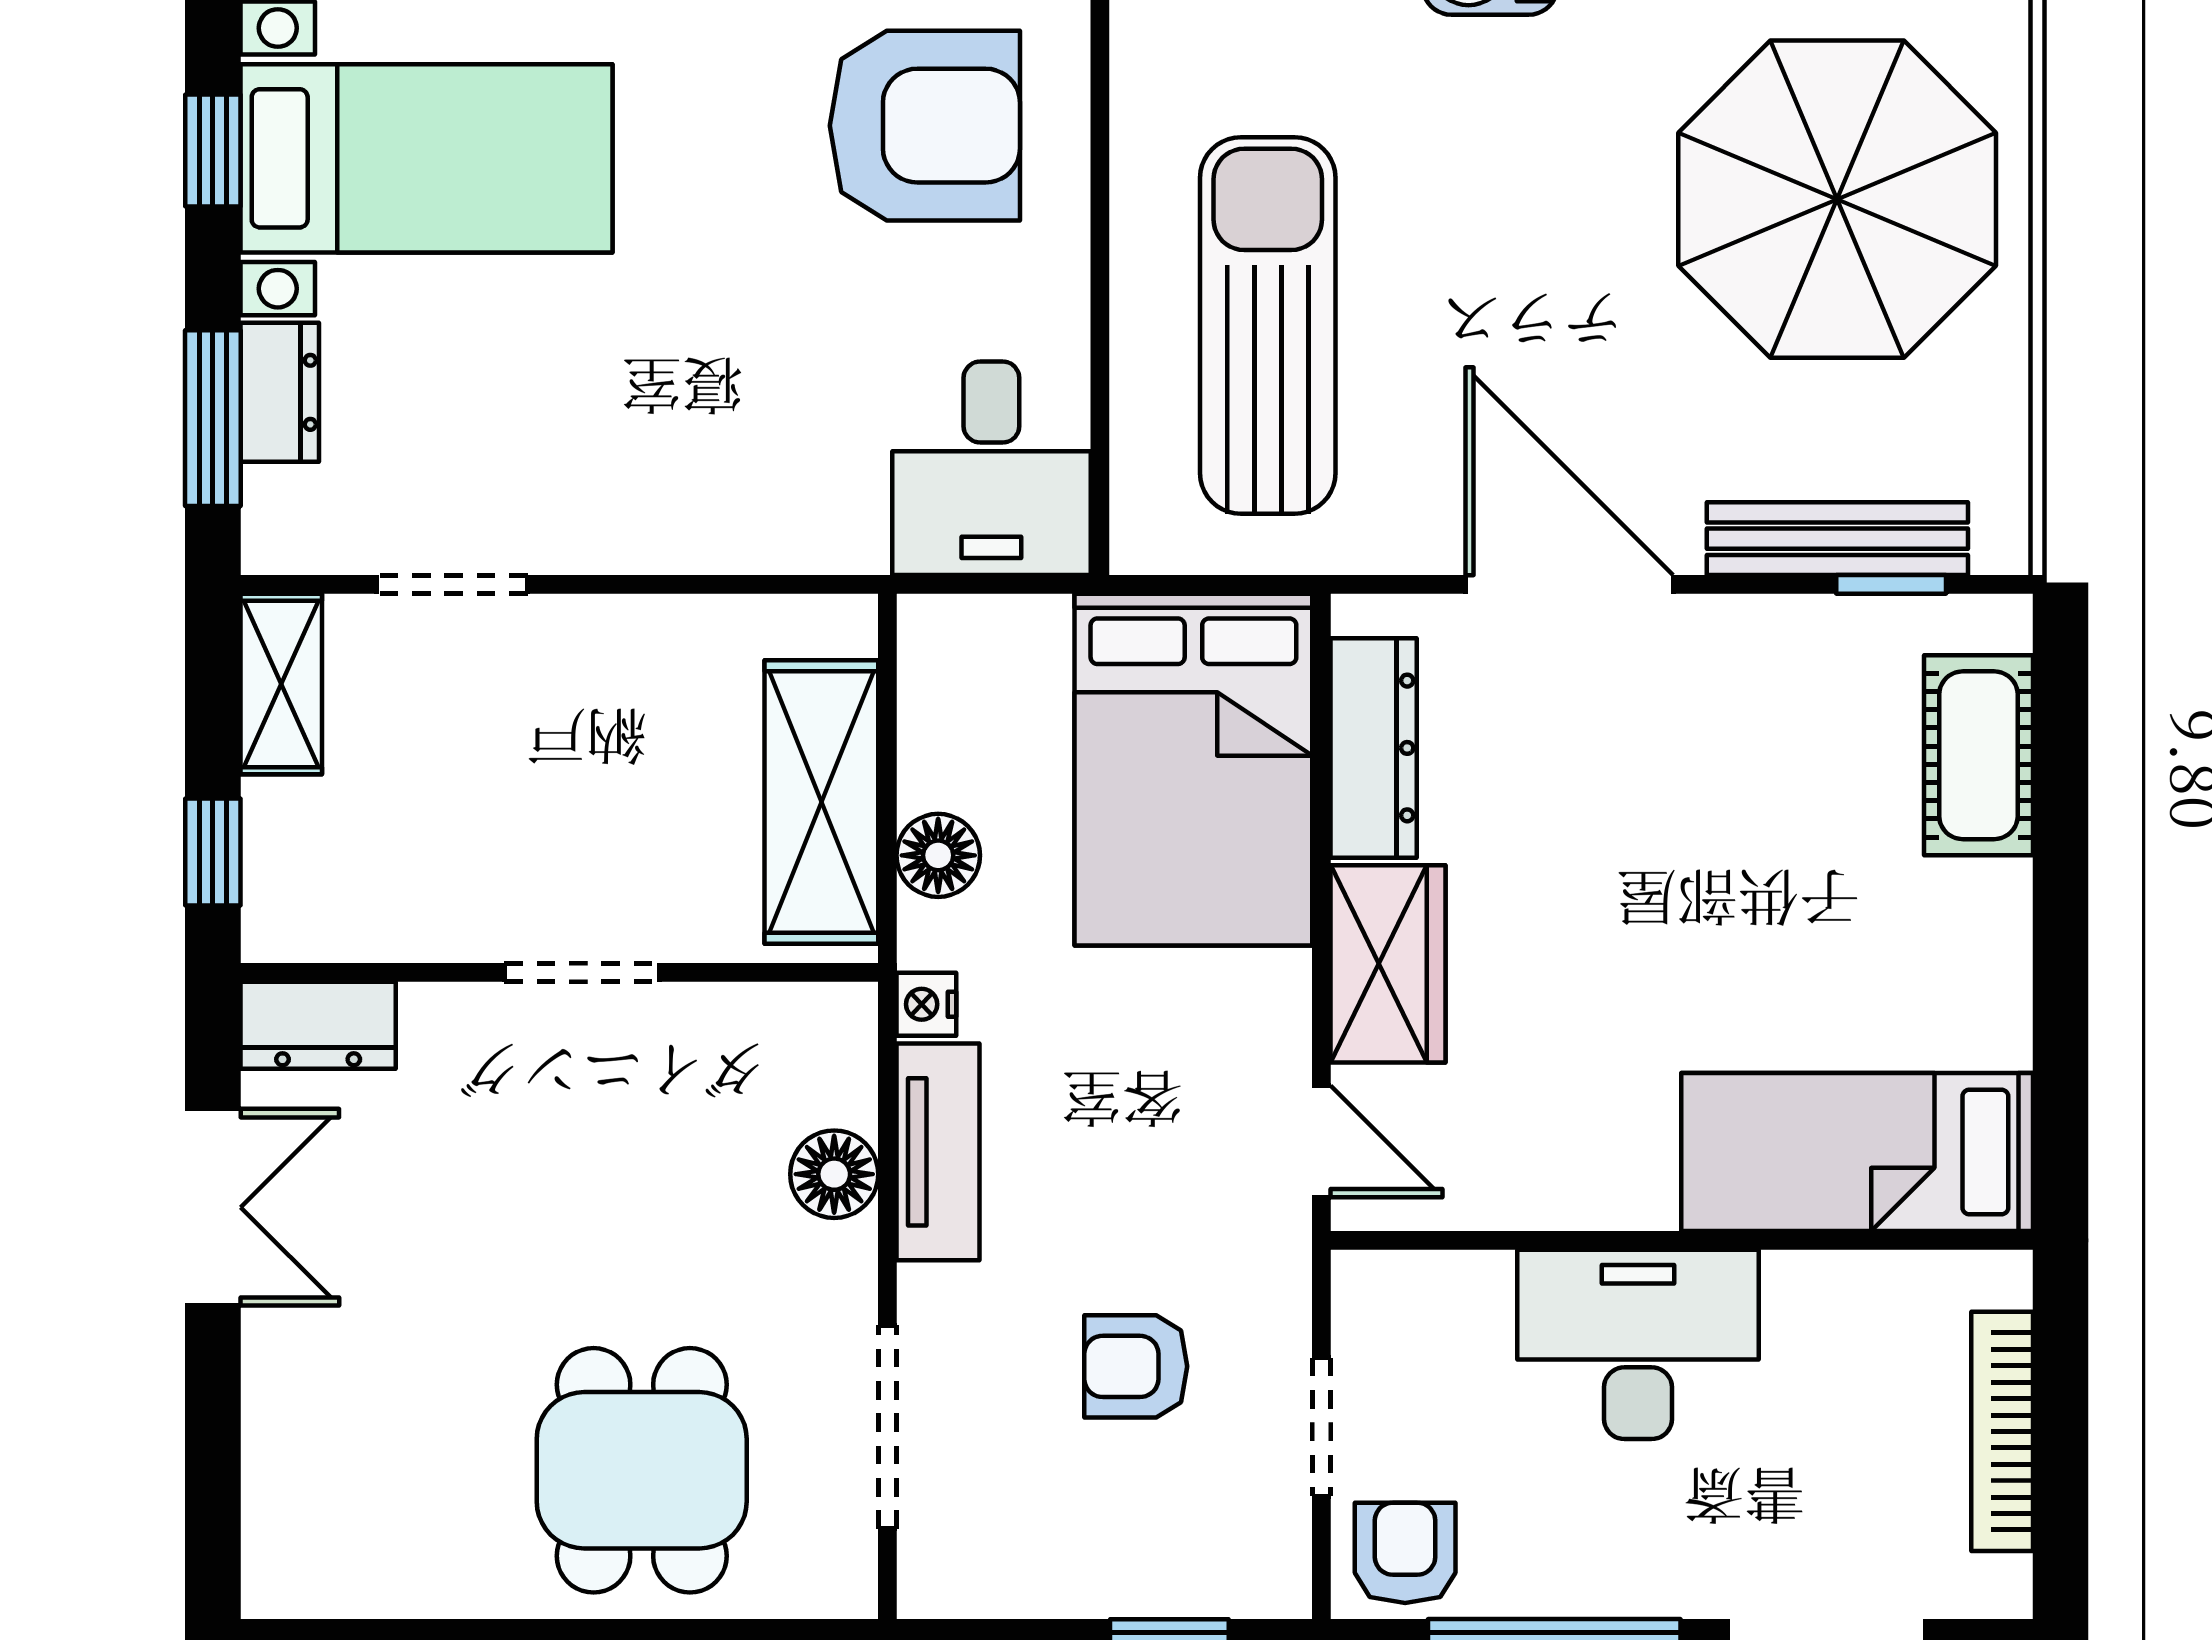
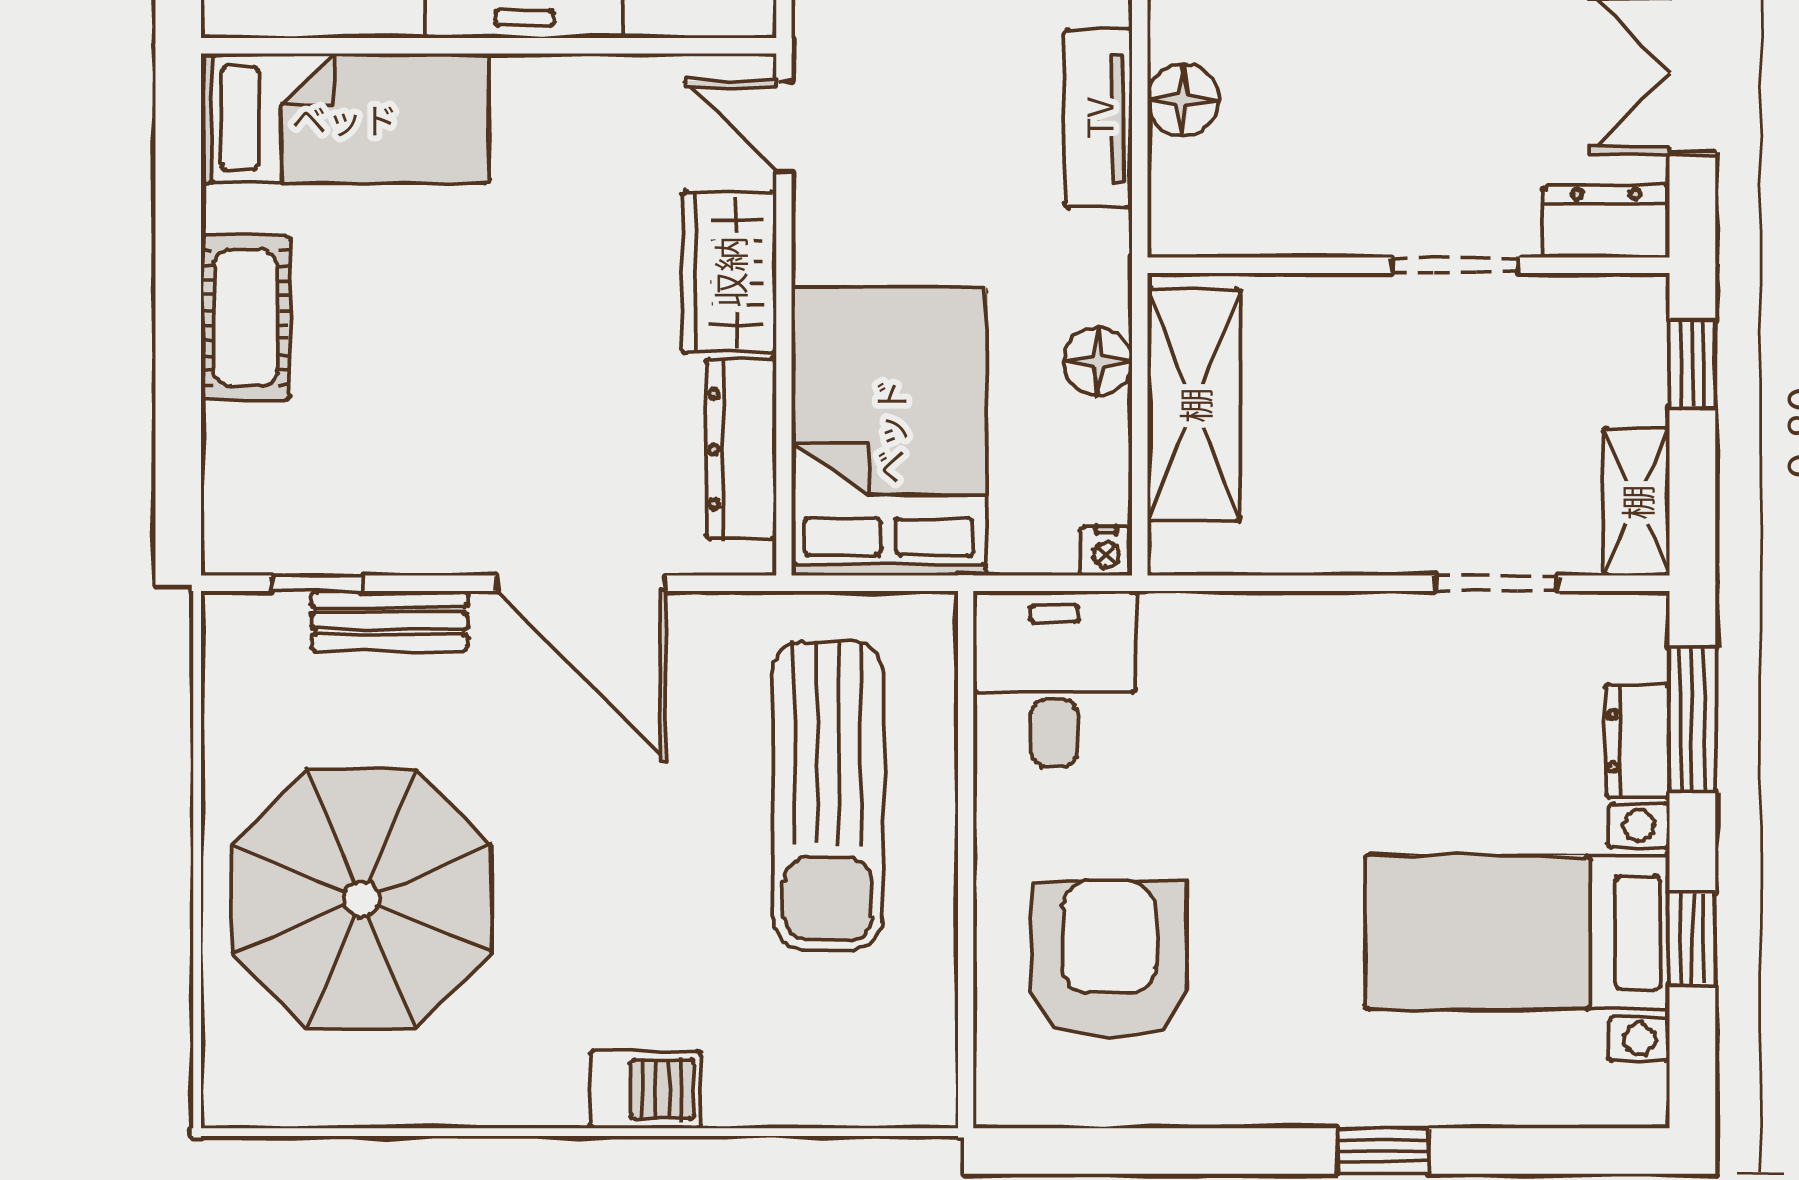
armchair: (925, 126) -> (1109, 959), turned 90
bench: (1837, 539) -> (390, 621), width x0.73
cot: (1978, 755) -> (246, 318), moved
doorway: (582, 972) -> (1455, 265), moved
nightstand: (926, 1004) -> (1106, 551), moved, turned 90

